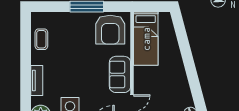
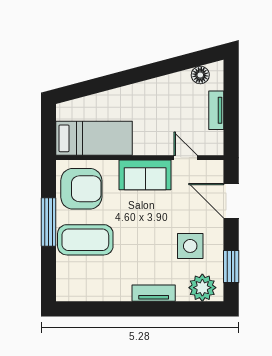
coffee table: (41, 39) -> (85, 240), moved, width x1.86, depth x1.72

